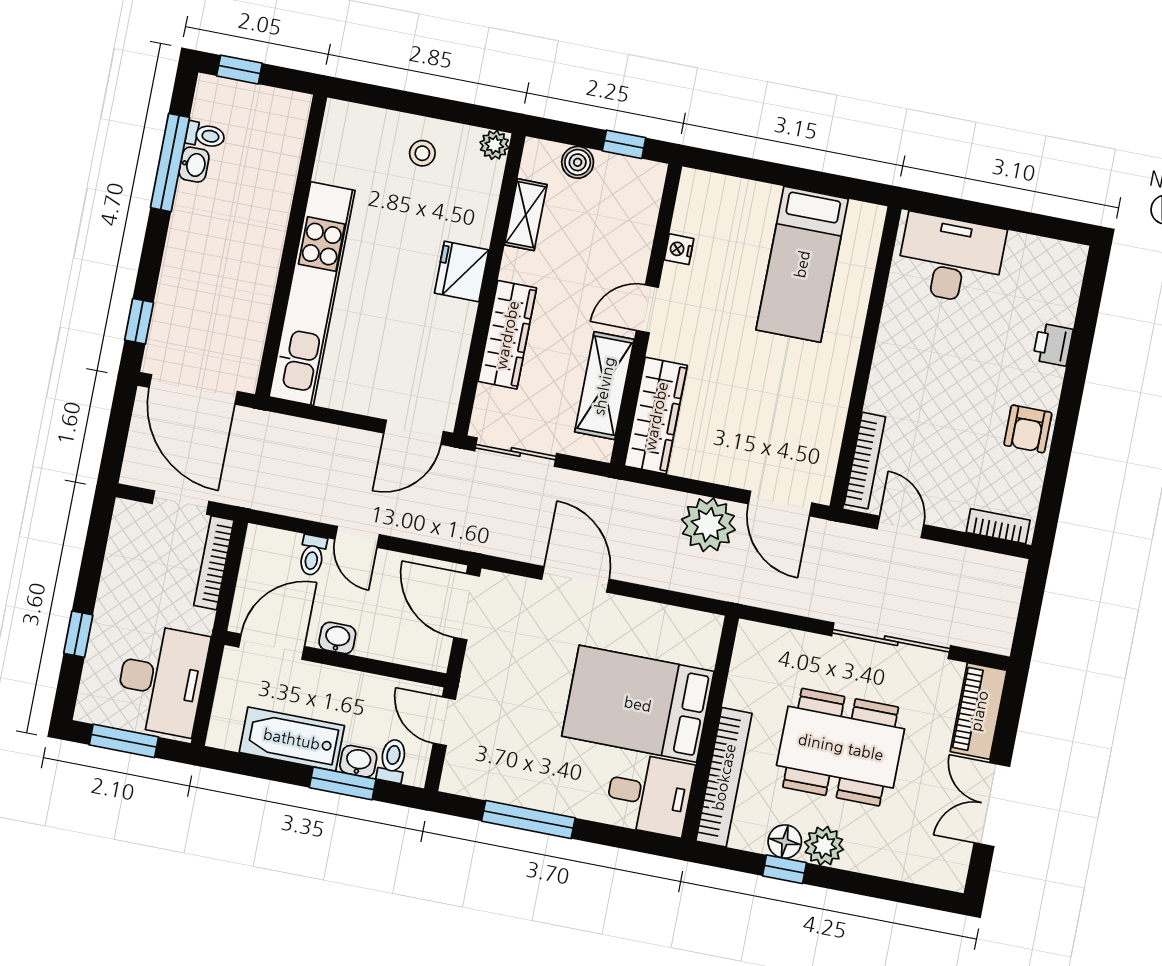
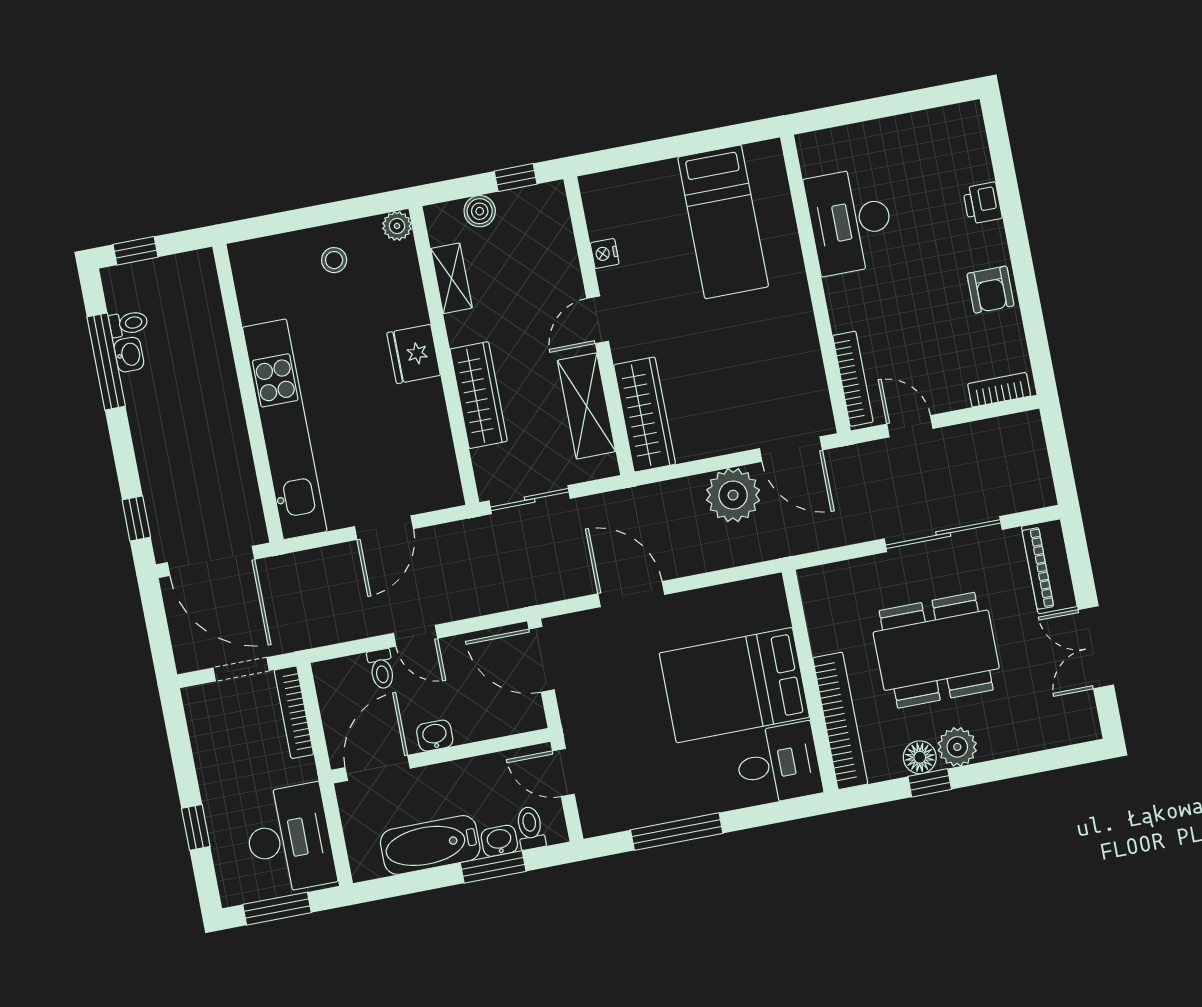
desk: (951, 259) -> (850, 221), moved, turned -90
door: (414, 432) -> (384, 528), moved

